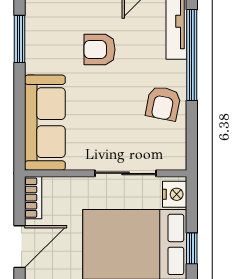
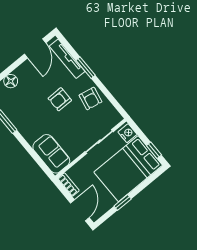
armchair: (100, 49) -> (60, 99), moved
window: (192, 55) -> (86, 68), width x0.47
sofa: (45, 123) -> (51, 154), width x0.73

